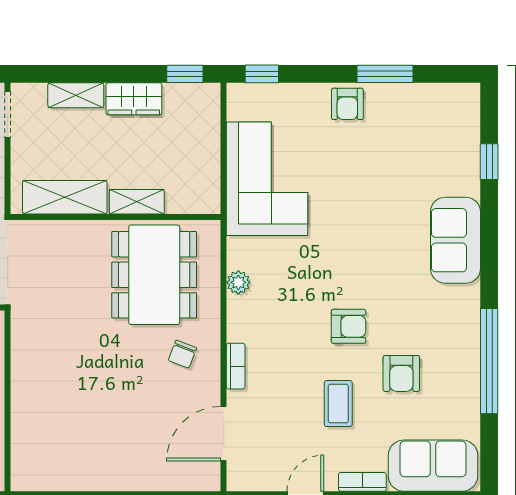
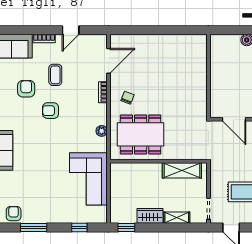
window: (262, 74) -> (79, 227), moved
armchair: (347, 104) -> (14, 214), moved
shelving: (137, 202) -> (149, 168), removed
dining table: (154, 275) -> (141, 134), turned 90

